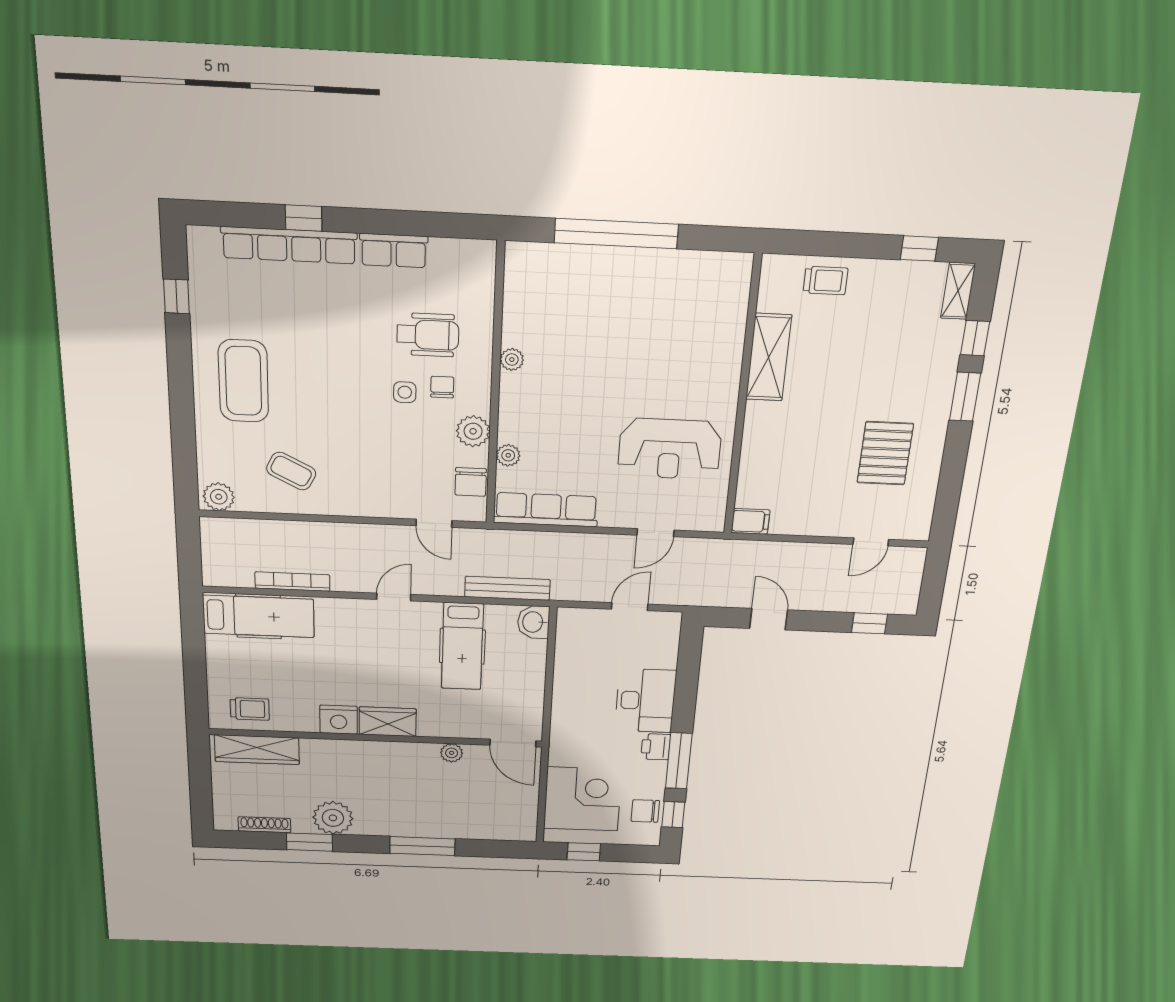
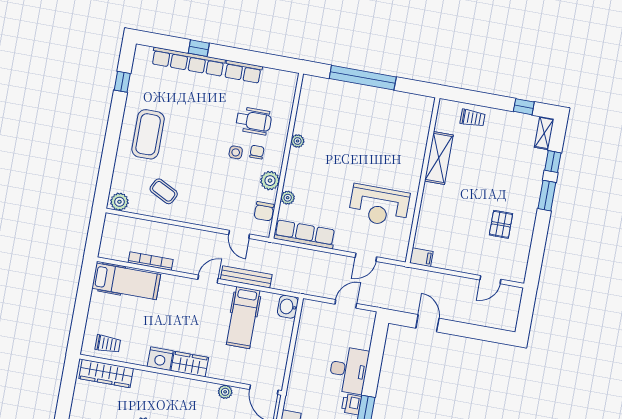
pallet: (885, 453) -> (501, 224), width x0.67, depth x0.71
bench: (507, 588) -> (246, 277), moved
window: (869, 623) -> (487, 334), removed

